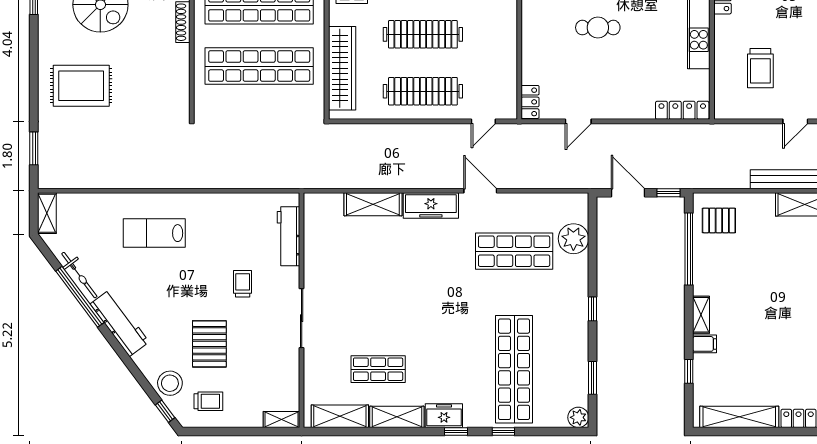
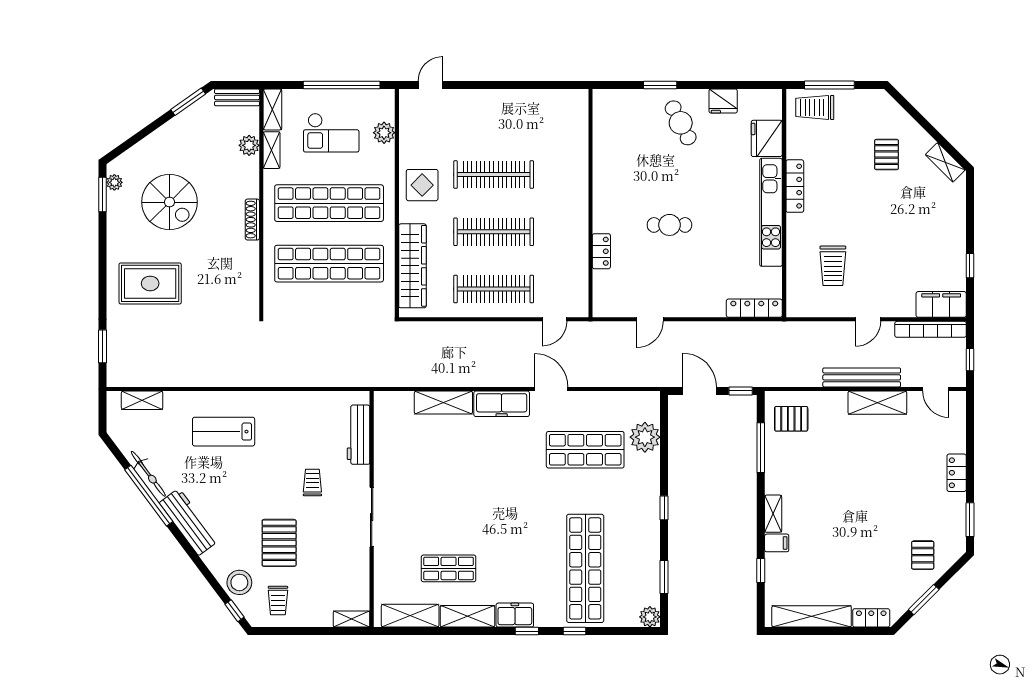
locker: (530, 102) -> (601, 251), moved
shelving: (47, 213) -> (142, 400), moved, turned 90
window: (689, 249) -> (761, 448), width x0.68
trolley: (208, 401) -> (278, 601), turned 90

